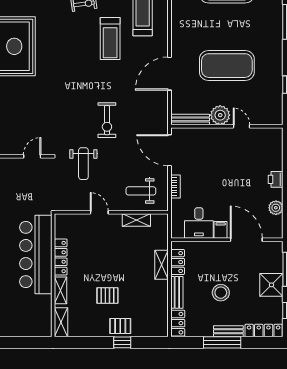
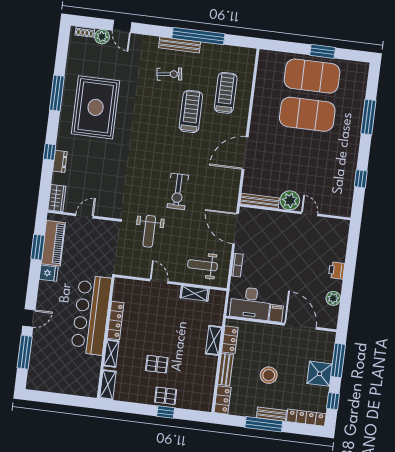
treadmill: (110, 39) -> (191, 111), turned 180
exercise mat: (227, 66) -> (307, 114), moved
door: (32, 156) -> (85, 216), moved
desk: (199, 223) -> (250, 303), width x1.37

